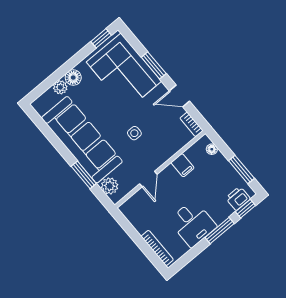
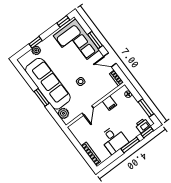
window: (58, 74) -> (36, 42), added
floor lamp: (73, 78) -> (45, 45), removed
window: (84, 175) -> (42, 97), moved

